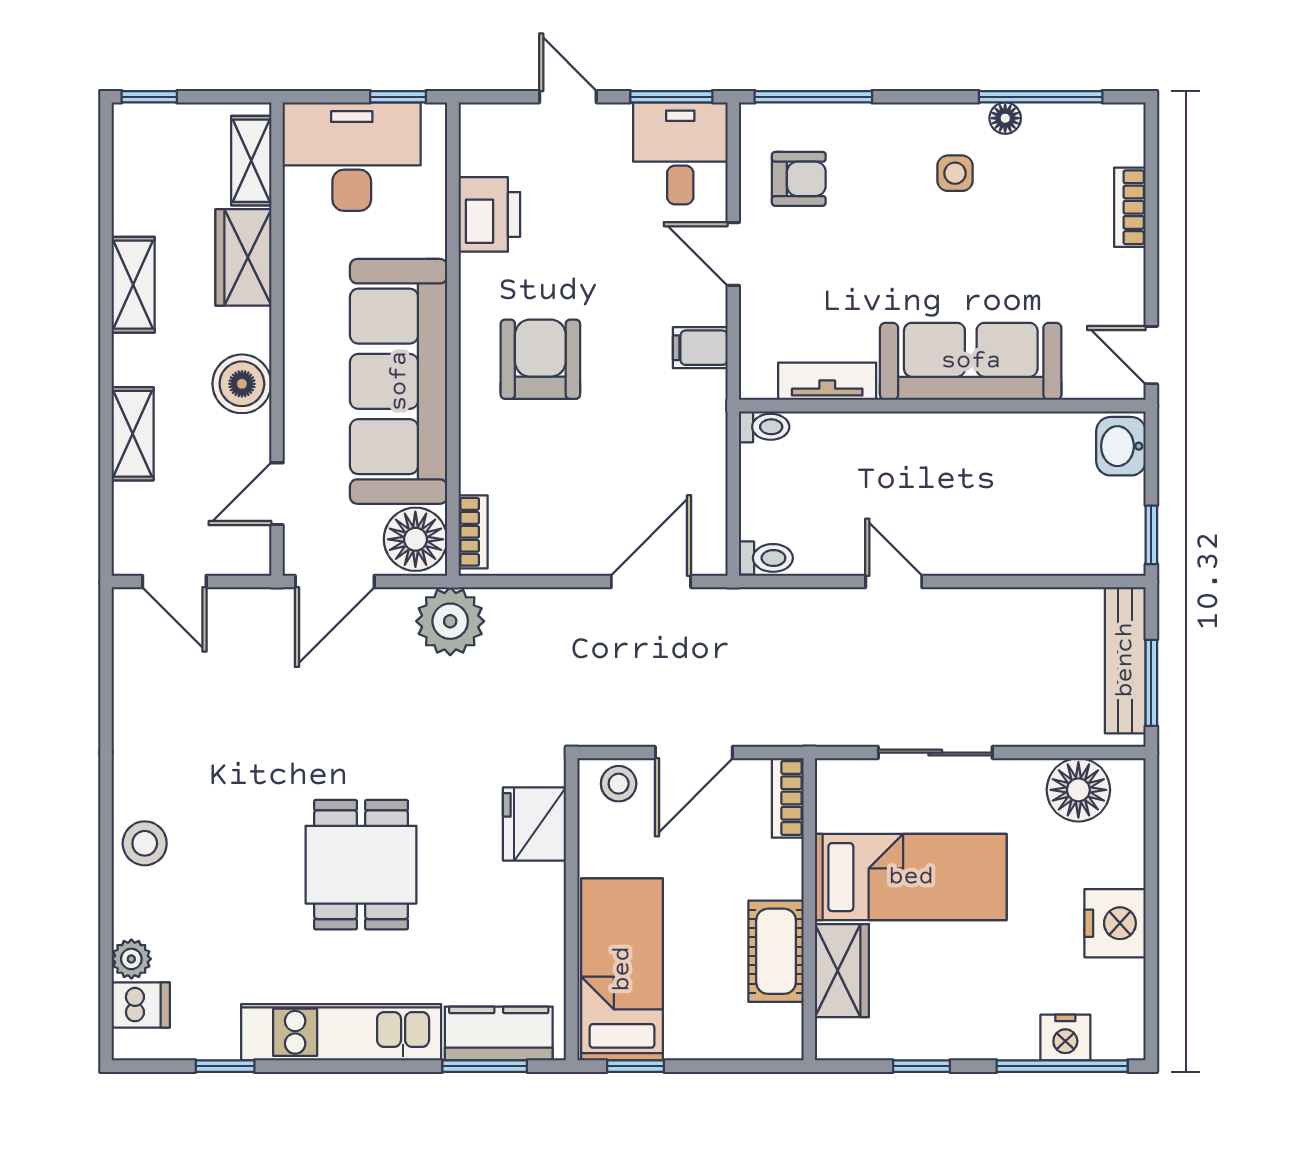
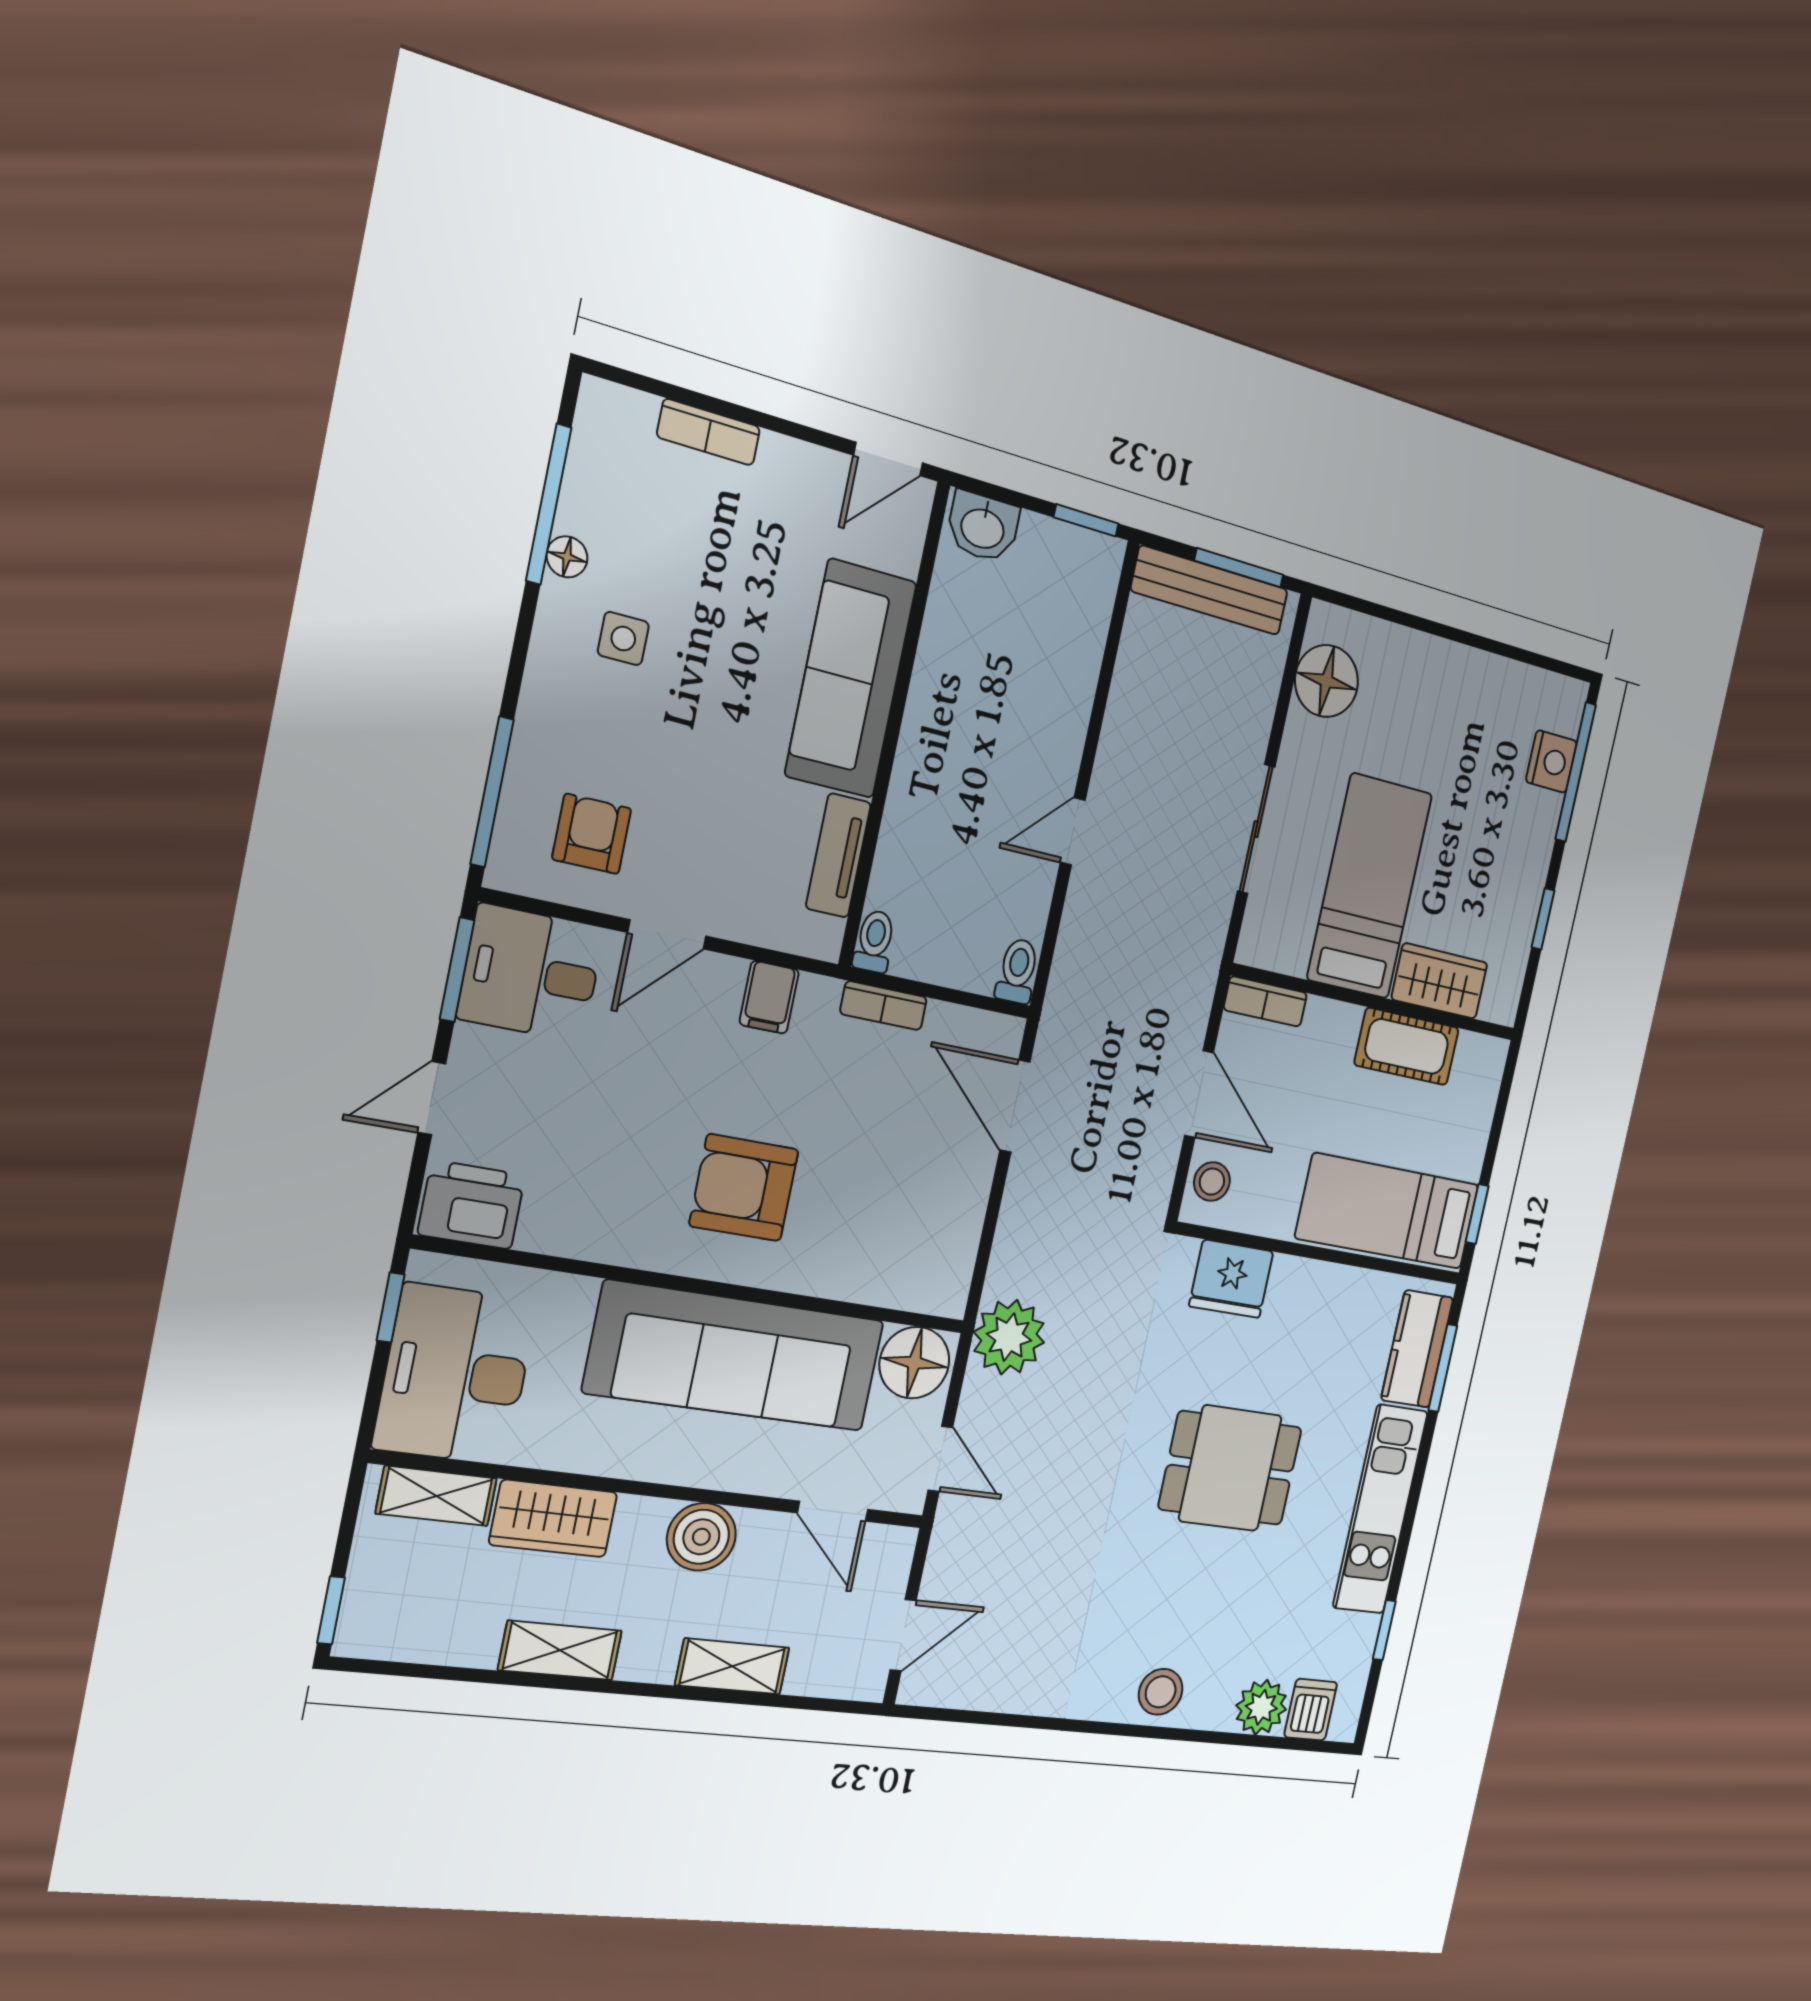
printer: (489, 214) -> (472, 1205), moved
bookcase: (473, 532) -> (884, 1006), moved, turned 180
door: (335, 581) -> (940, 1459), width x0.73
nightstand: (1115, 923) -> (1461, 678), removed
plant: (131, 959) -> (1261, 1707), width x1.38, depth x1.38

